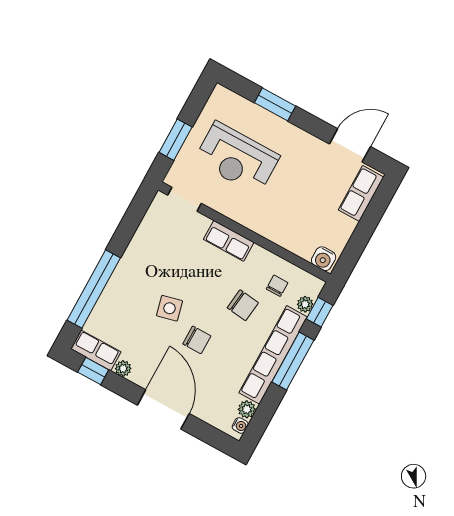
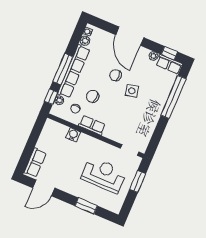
row of seats: (229, 241) -> (92, 125), moved
water cooler: (324, 259) -> (73, 135), moved

